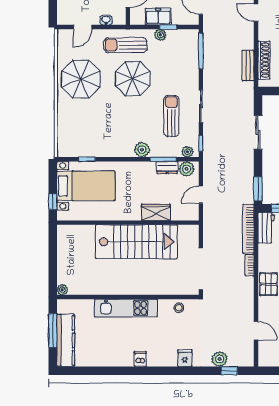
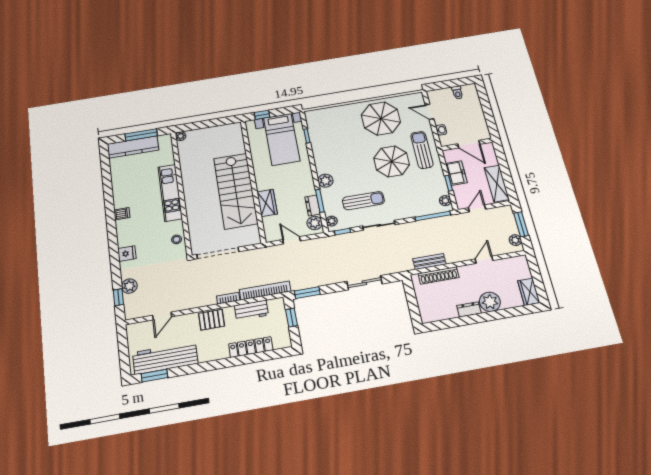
plant: (160, 35) -> (445, 201), moved
workbench: (266, 228) -> (251, 310), moved

